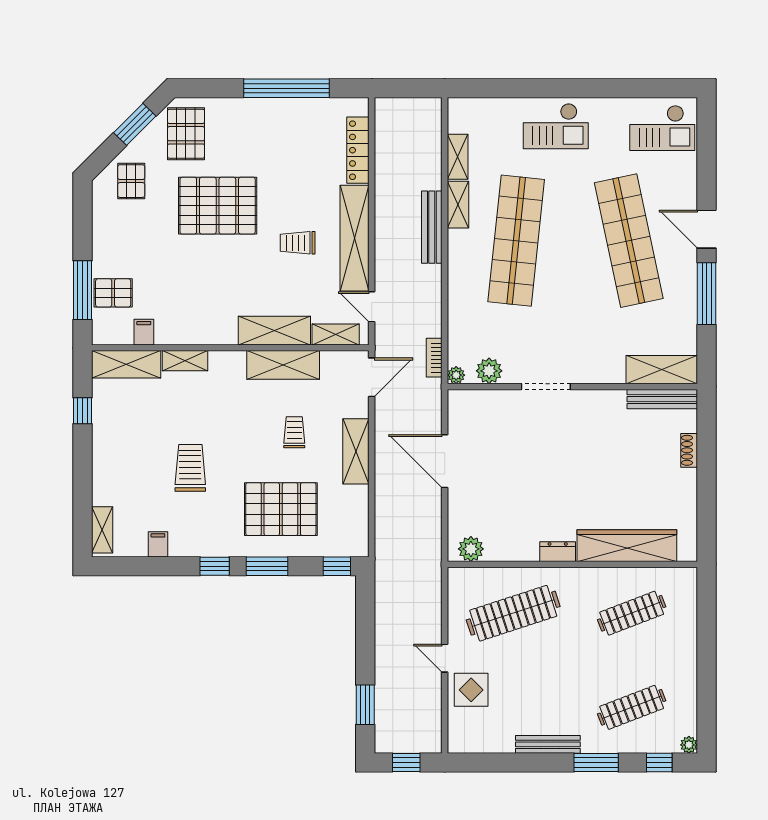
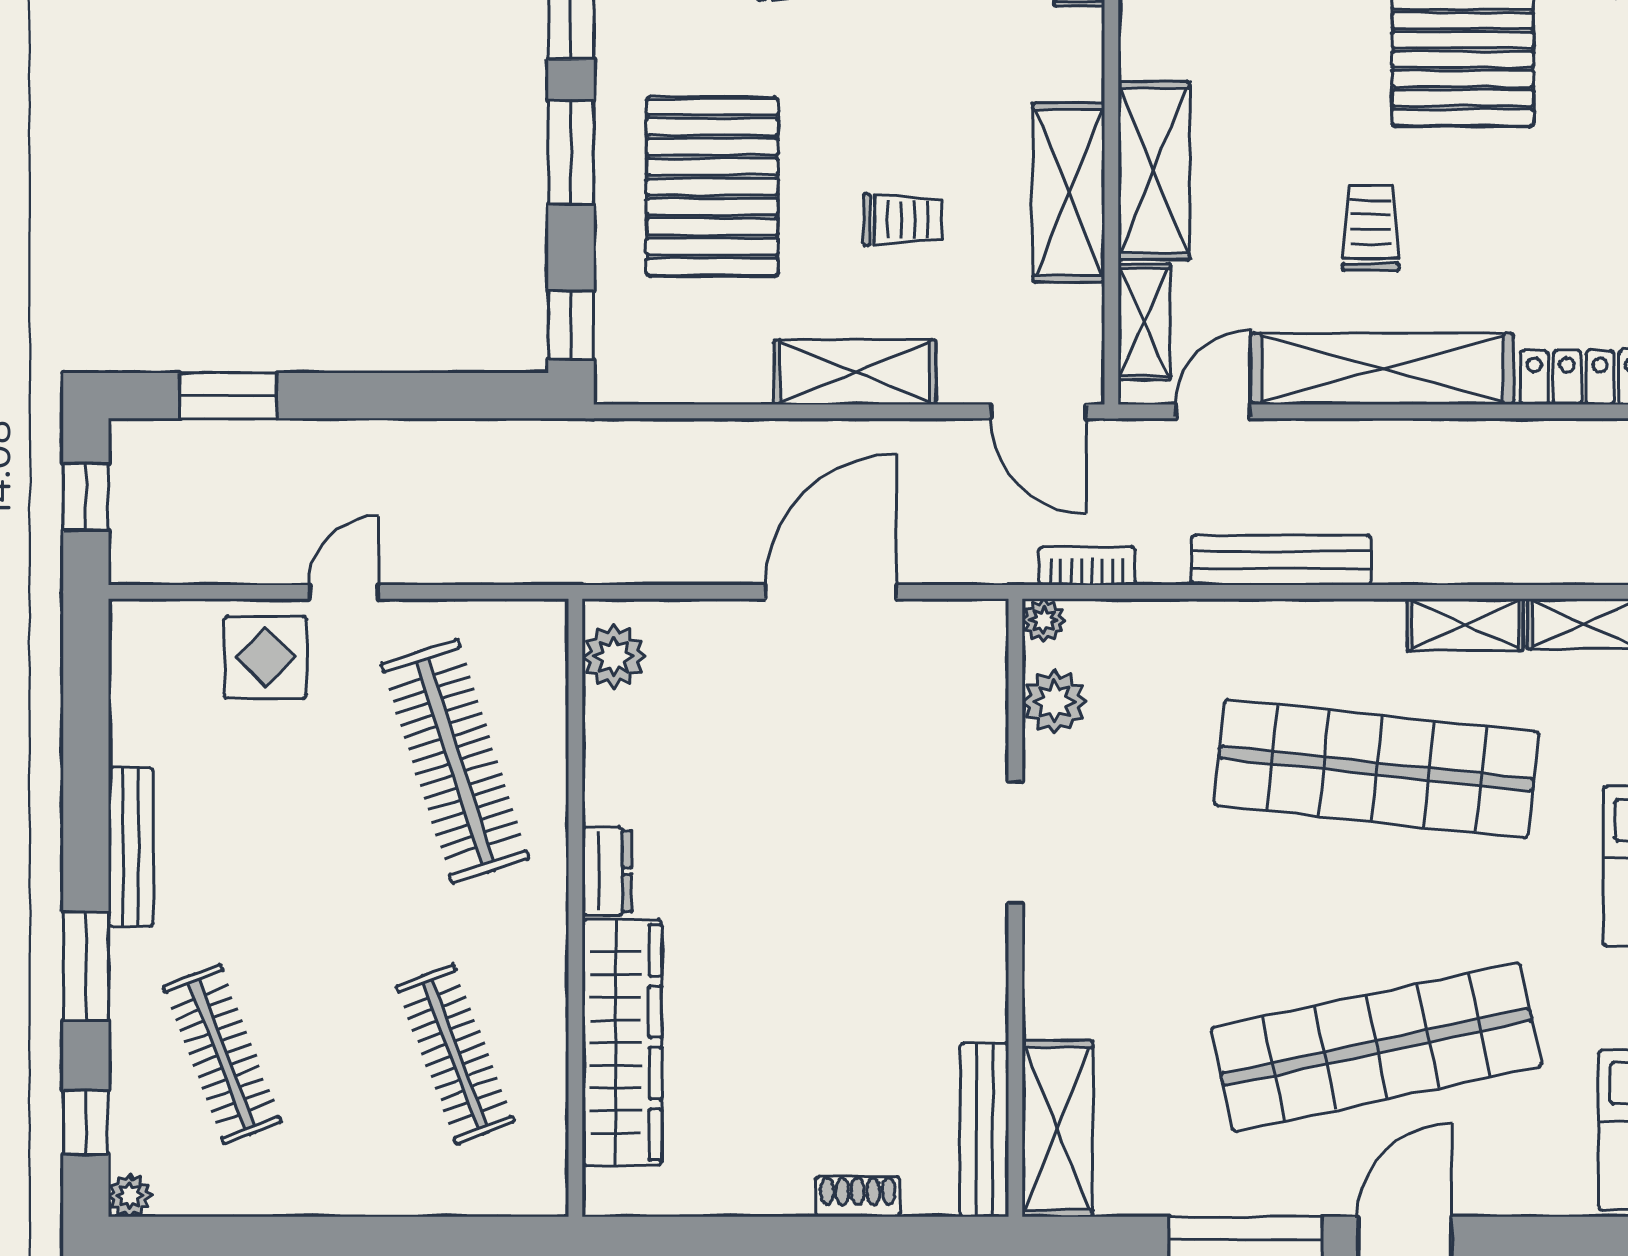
bench: (432, 227) -> (1281, 560), moved

